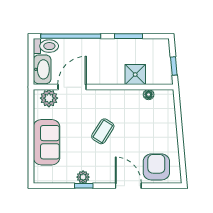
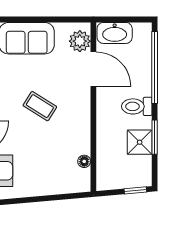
toilet: (46, 46) -> (137, 106), moved, turned 90
window: (174, 66) -> (135, 190), moved
shower: (135, 75) -> (140, 142), moved

